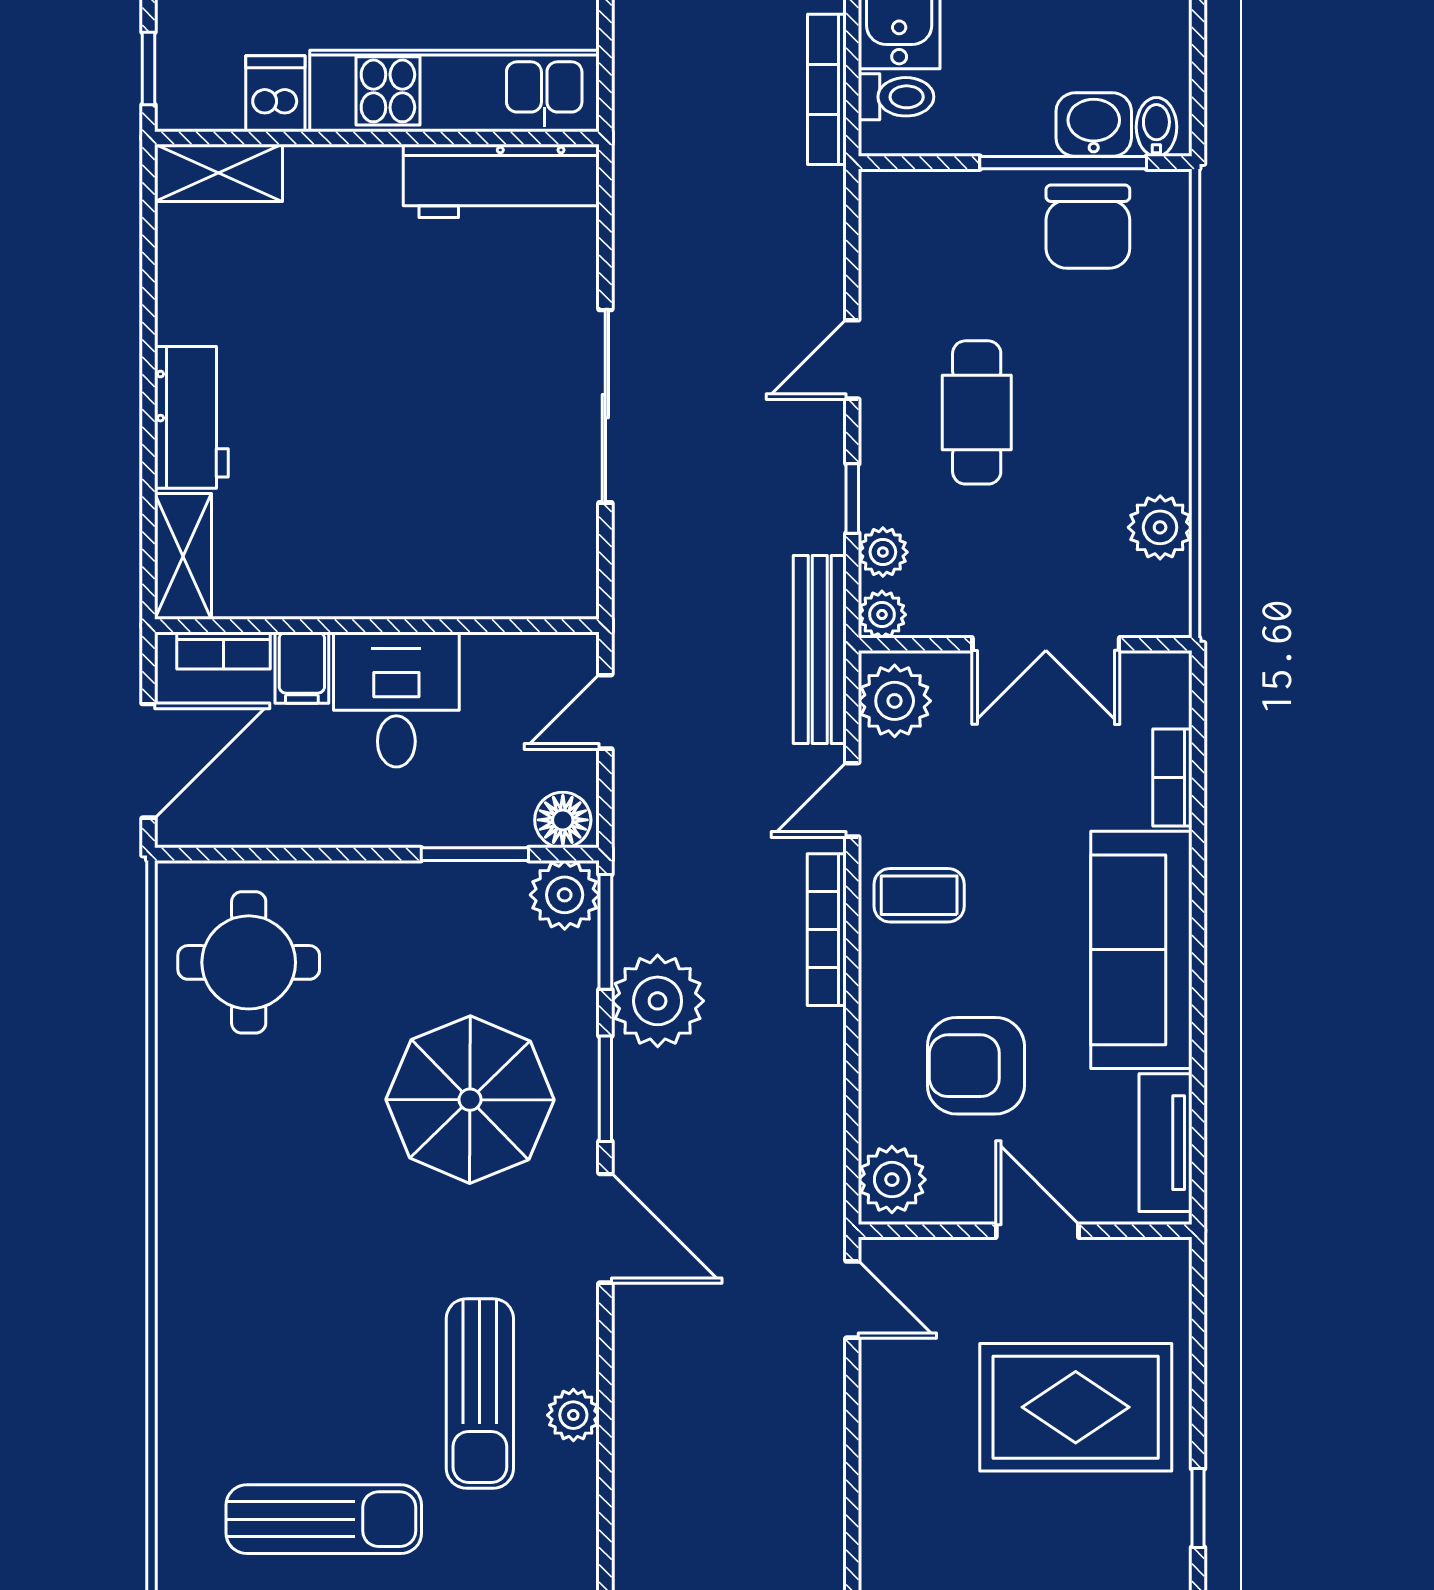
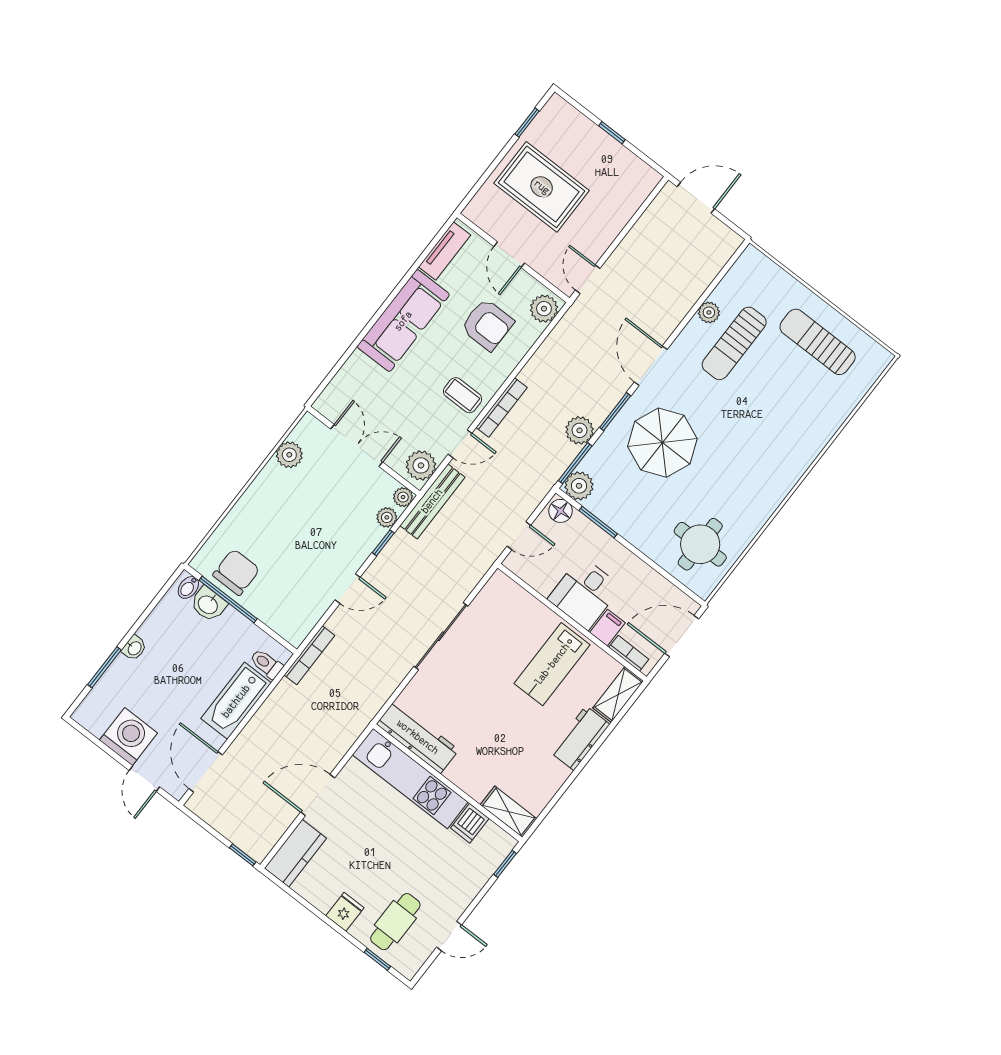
bookcase: (827, 89) -> (309, 655), moved
cafe table: (977, 412) -> (320, 539), removed
lab bench: (353, 517) -> (552, 664), added
bookcase: (1172, 778) -> (349, 369), removed
plant: (658, 1001) -> (580, 430), width x0.73, depth x0.73
sun lounger: (480, 1393) -> (734, 343), turned 180

